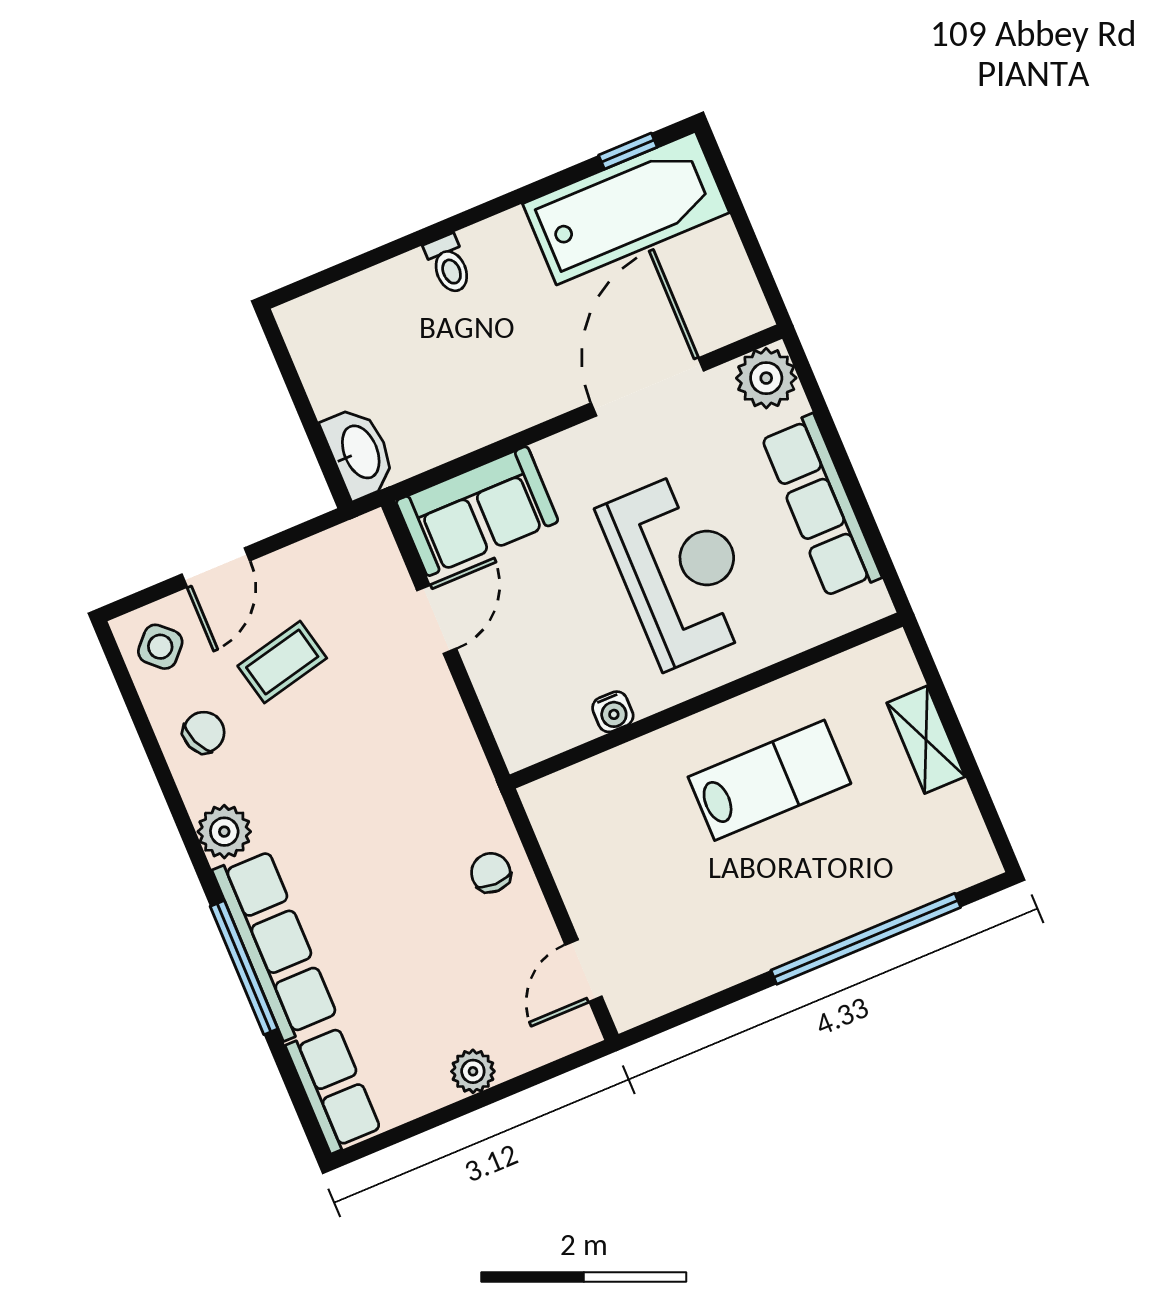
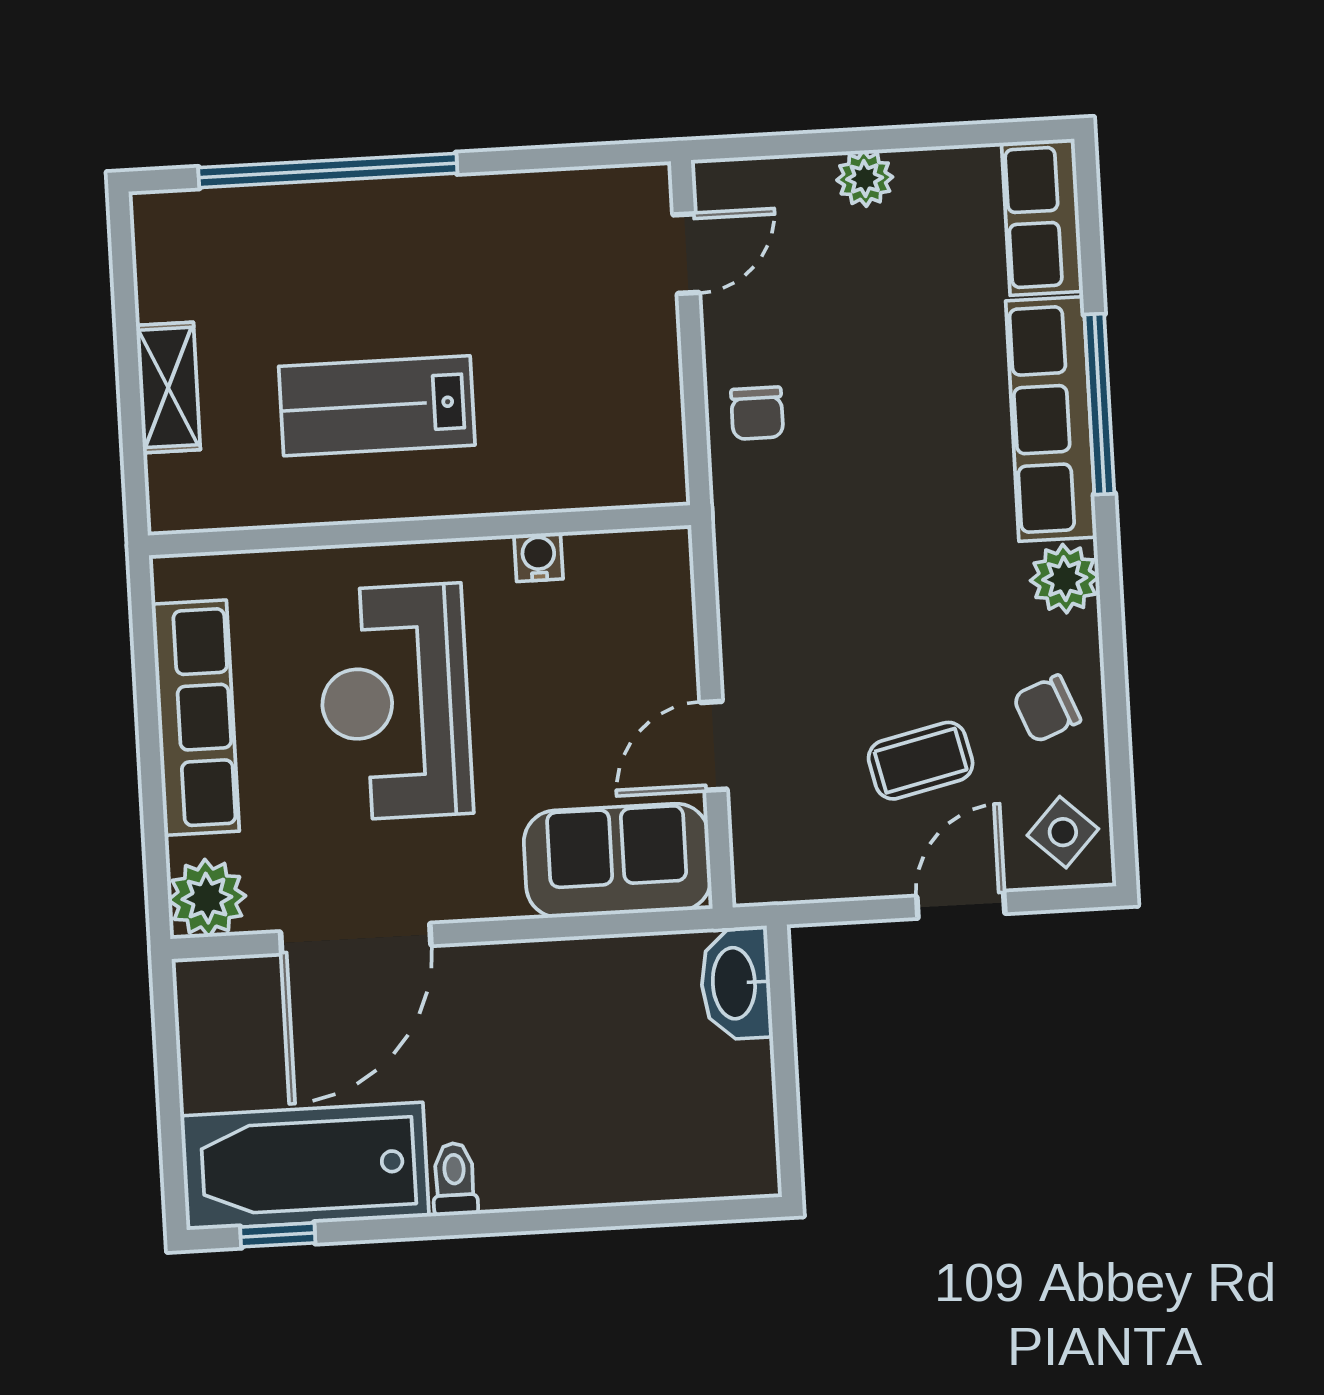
toilet: (449, 264) -> (455, 1179), moved

